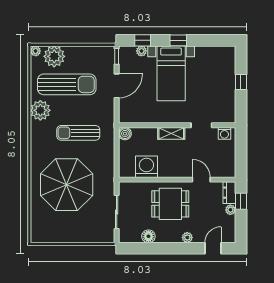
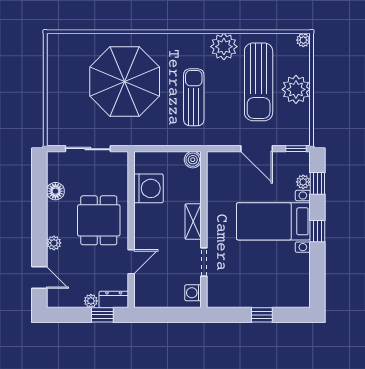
plant: (54, 56) -> (296, 89), moved

